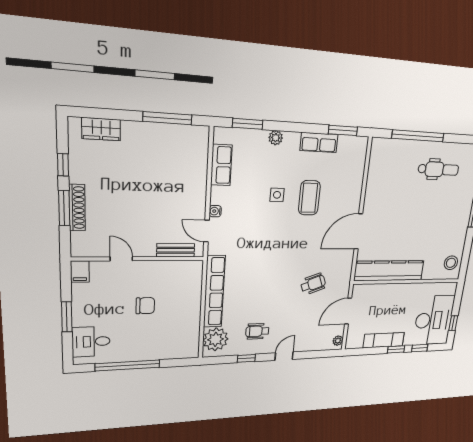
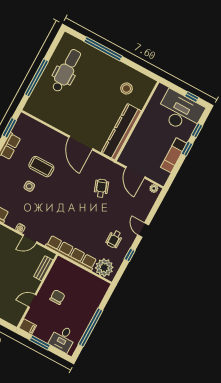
dental chair: (438, 169) -> (66, 71), width x1.36, depth x1.38
bench: (176, 250) -> (43, 268), moved
door: (121, 259) -> (32, 301), moved
wall: (139, 259) -> (37, 291), moved
stool: (451, 263) -> (126, 89), moved
filing cabinet: (80, 272) -> (28, 327), moved

